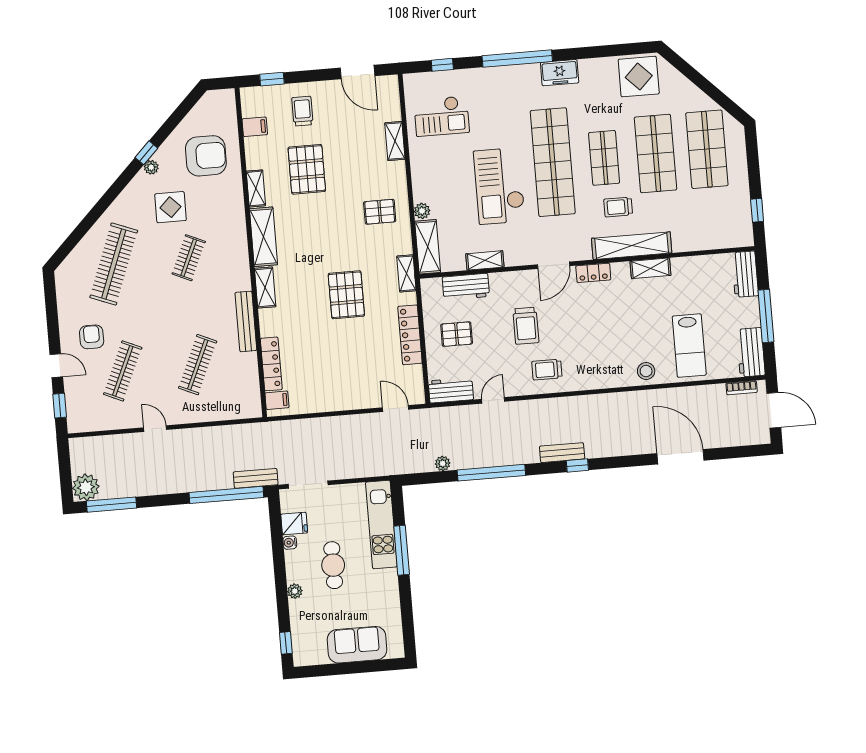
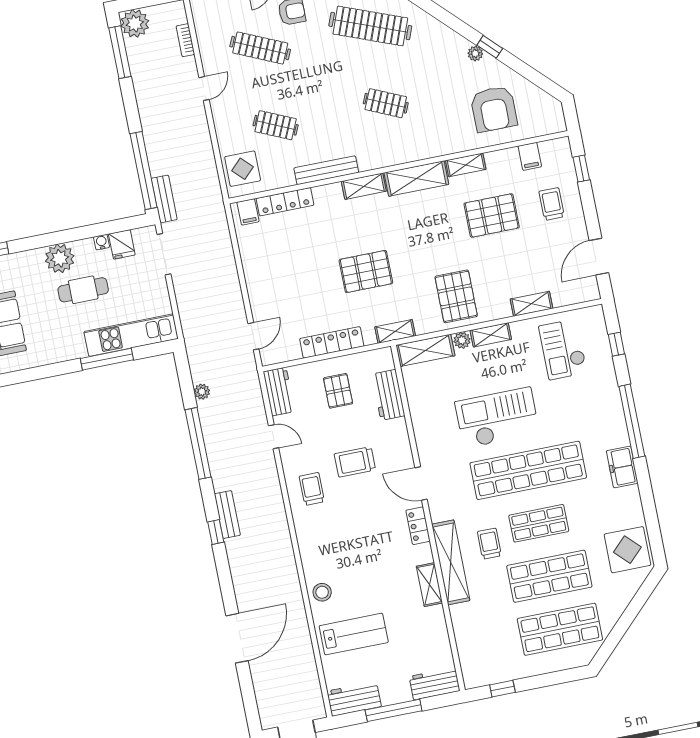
trolley: (302, 111) -> (552, 204), turned -90
display table: (171, 207) -> (243, 169), moved
pallet: (380, 212) -> (456, 296), width x1.50, depth x1.42
shelving: (485, 260) -> (491, 335), moved, turned 90
lab bench: (689, 346) -> (354, 634), turned 180
clothes rail: (198, 365) -> (276, 125), width x0.73
bookcase: (742, 388) -> (185, 40), moved
plant: (295, 591) -> (60, 258), width x1.88, depth x1.88

